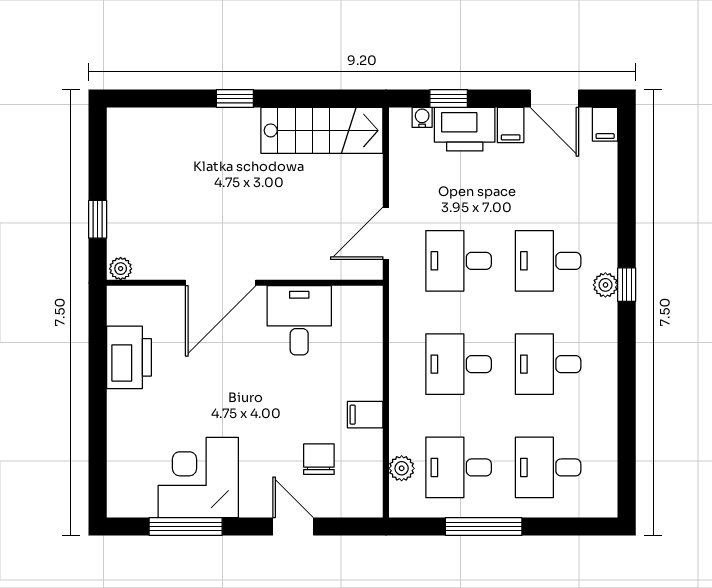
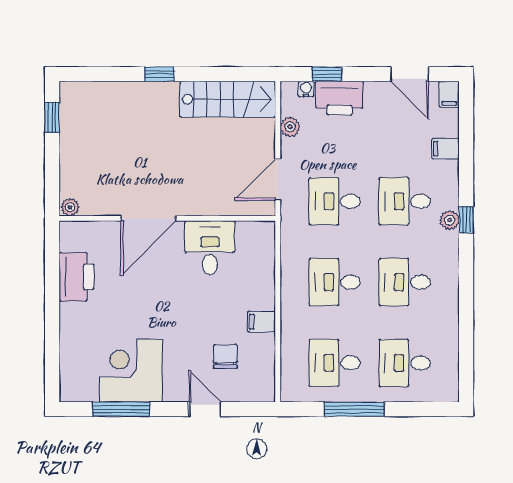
filing cabinet: (511, 125) -> (445, 149), moved, turned 90
window: (98, 219) -> (52, 117), moved
plant: (402, 468) -> (290, 127), moved

